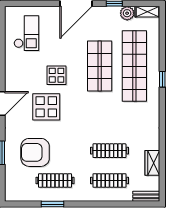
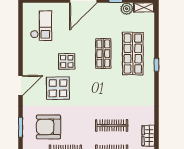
shop shelf: (100, 66) -> (103, 54), width x0.70, depth x0.74
shop shelf: (134, 66) -> (133, 54), width x0.71

